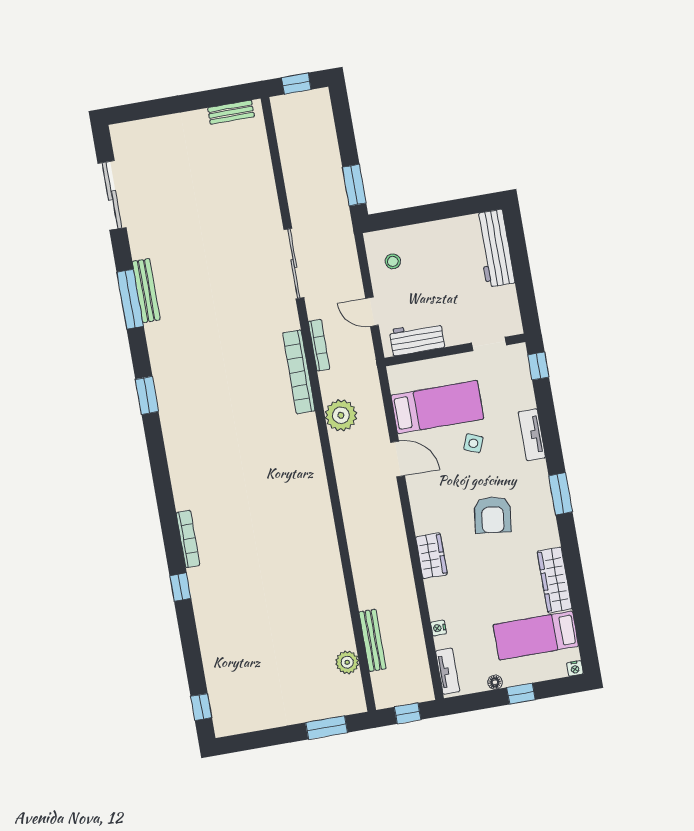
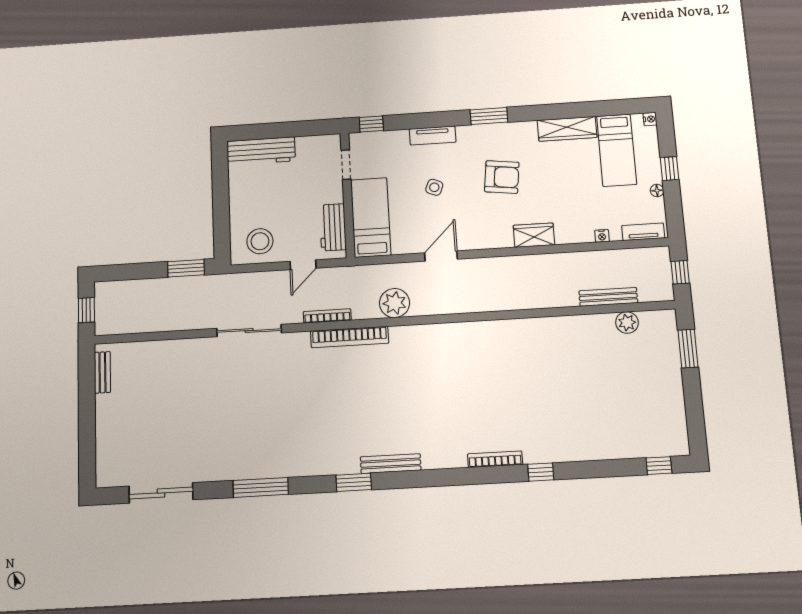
stool: (393, 261) -> (260, 241), width x1.89, depth x1.89
bench: (146, 291) -> (391, 464), moved
bed: (437, 407) -> (371, 217), moved

